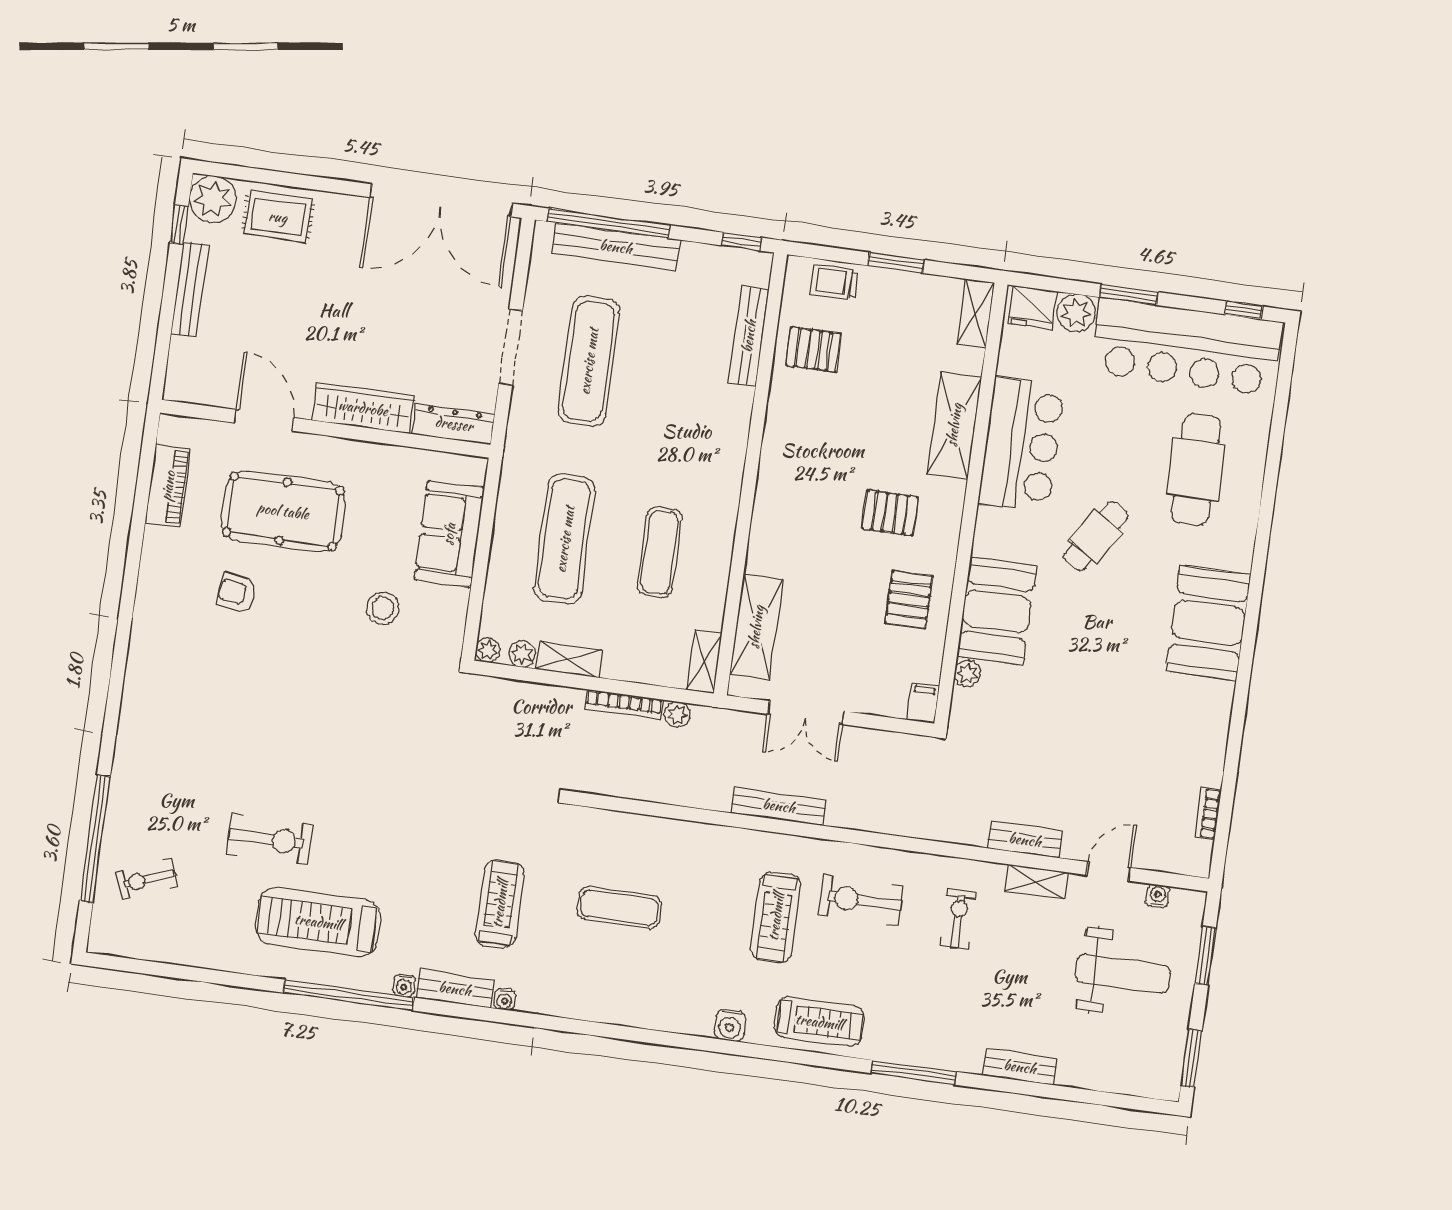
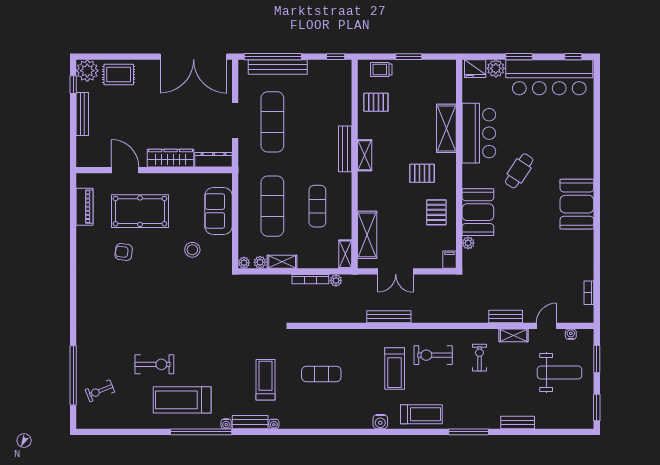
shelving: (975, 314) -> (365, 155), moved
bench: (749, 336) -> (345, 149), moved
cafe table: (1196, 470) -> (561, 134), removed

